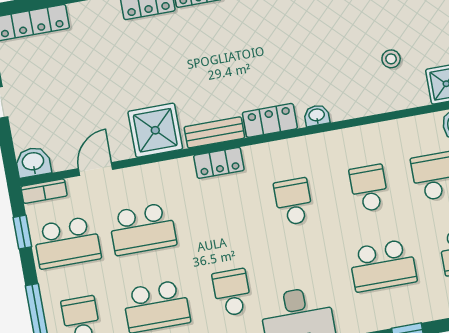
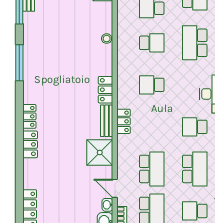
stool: (391, 59) -> (107, 39), moved
washbasin: (317, 115) -> (107, 205), moved
school desk: (369, 188) -> (152, 43), turned 180
school desk: (383, 265) -> (195, 43), turned 180

